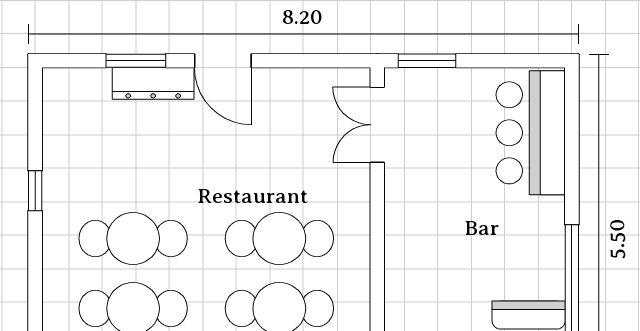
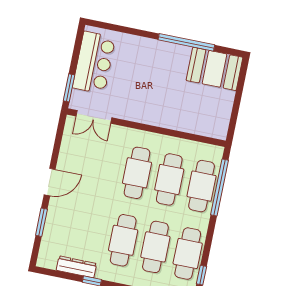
dresser: (153, 83) -> (76, 267), moved, turned -90
bar counter: (531, 133) -> (94, 63), moved, turned -90

